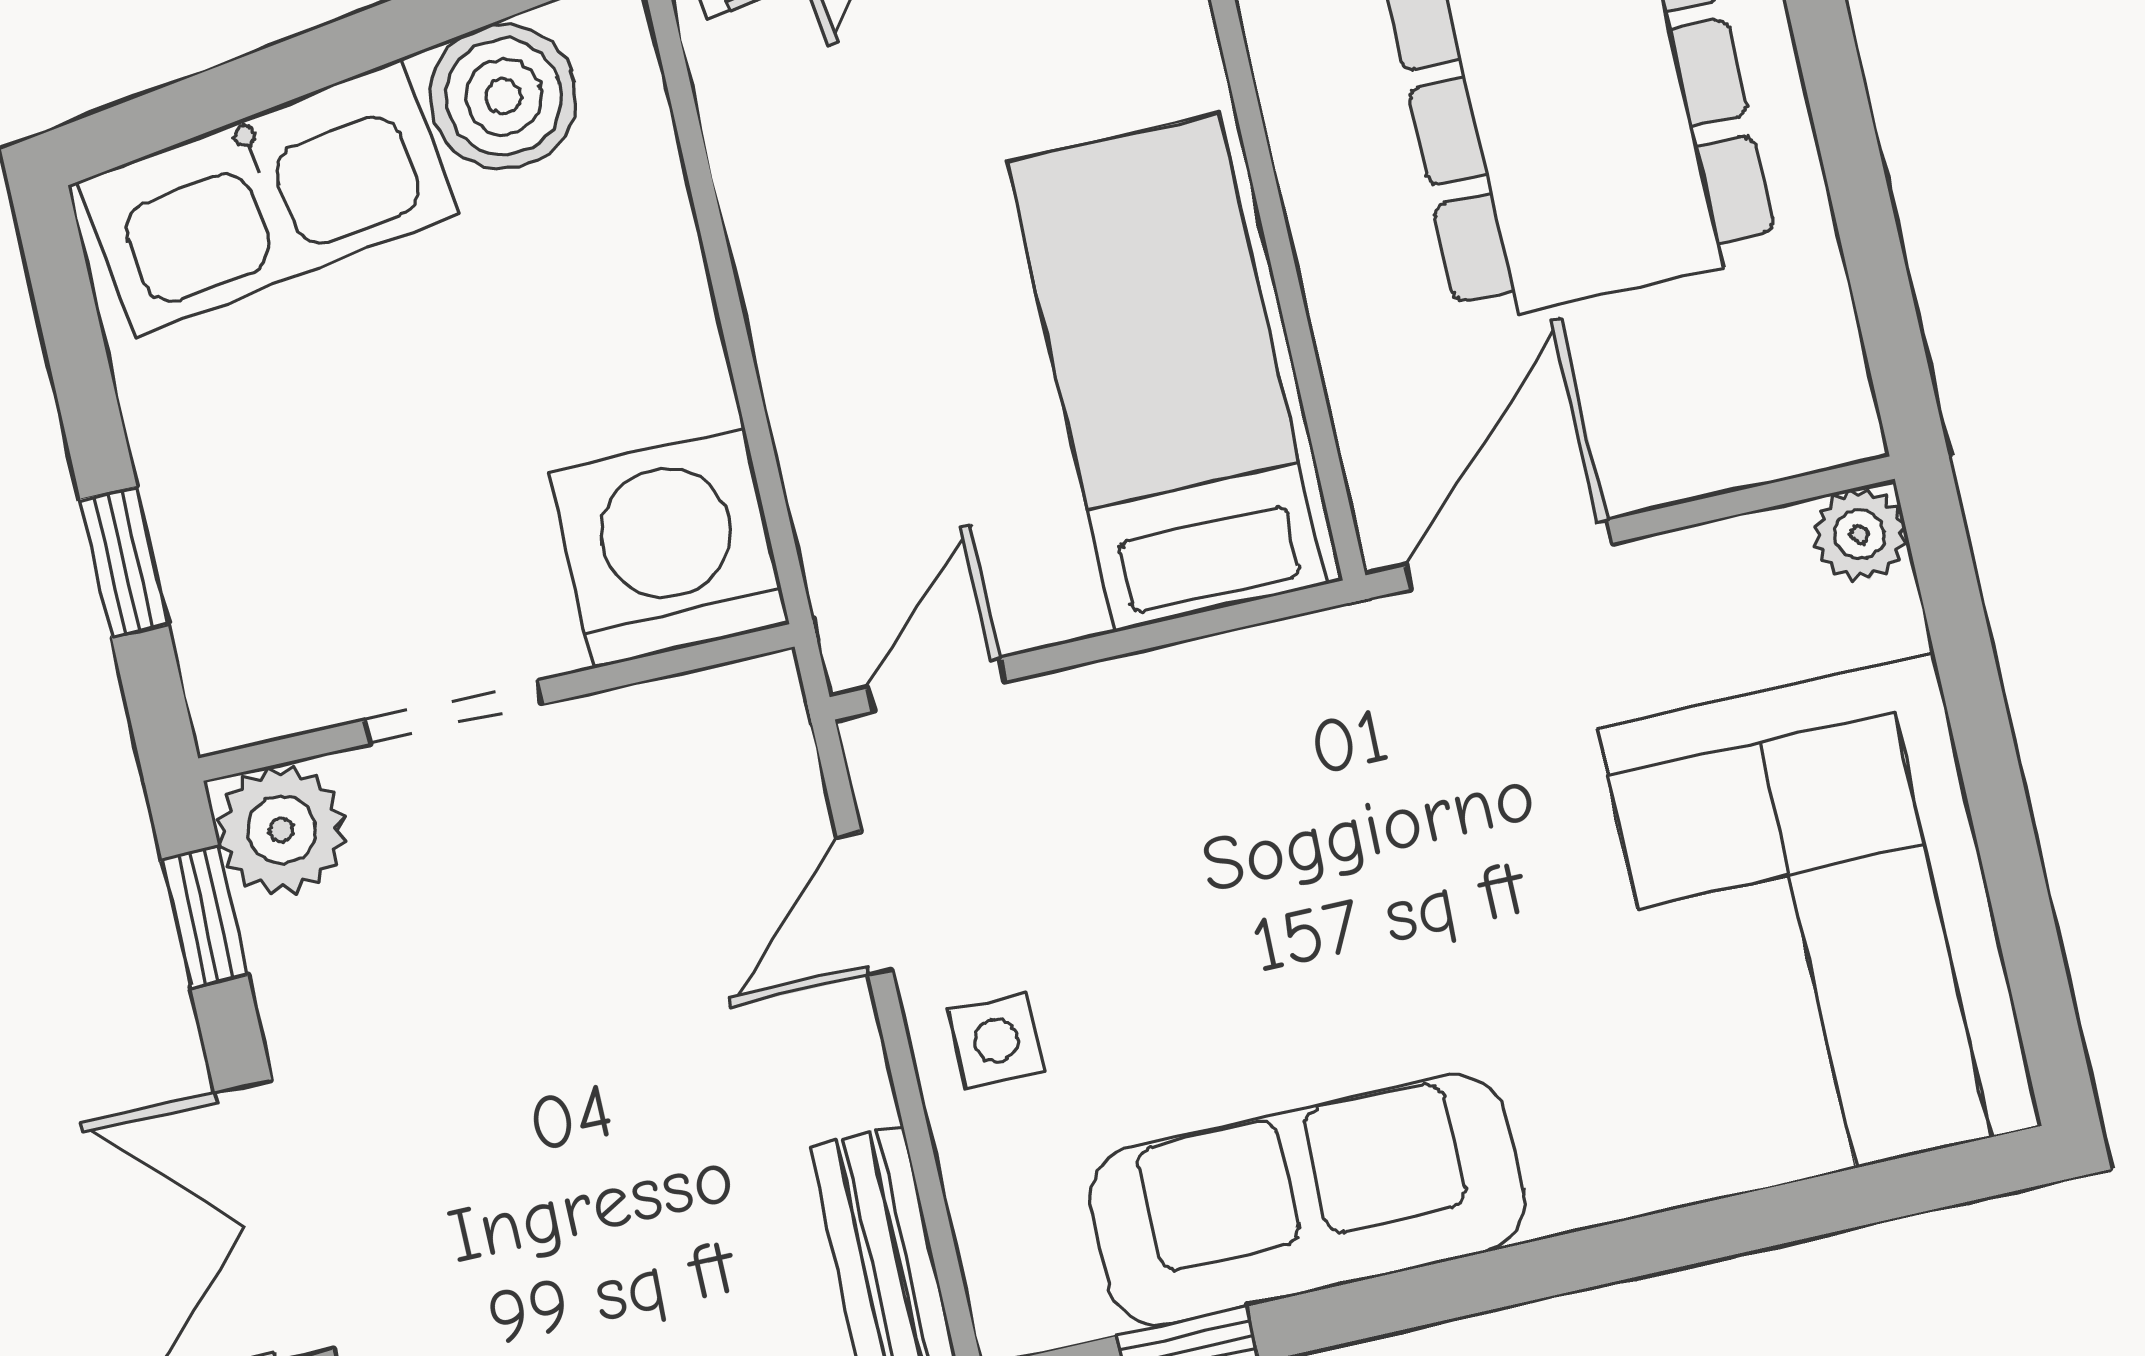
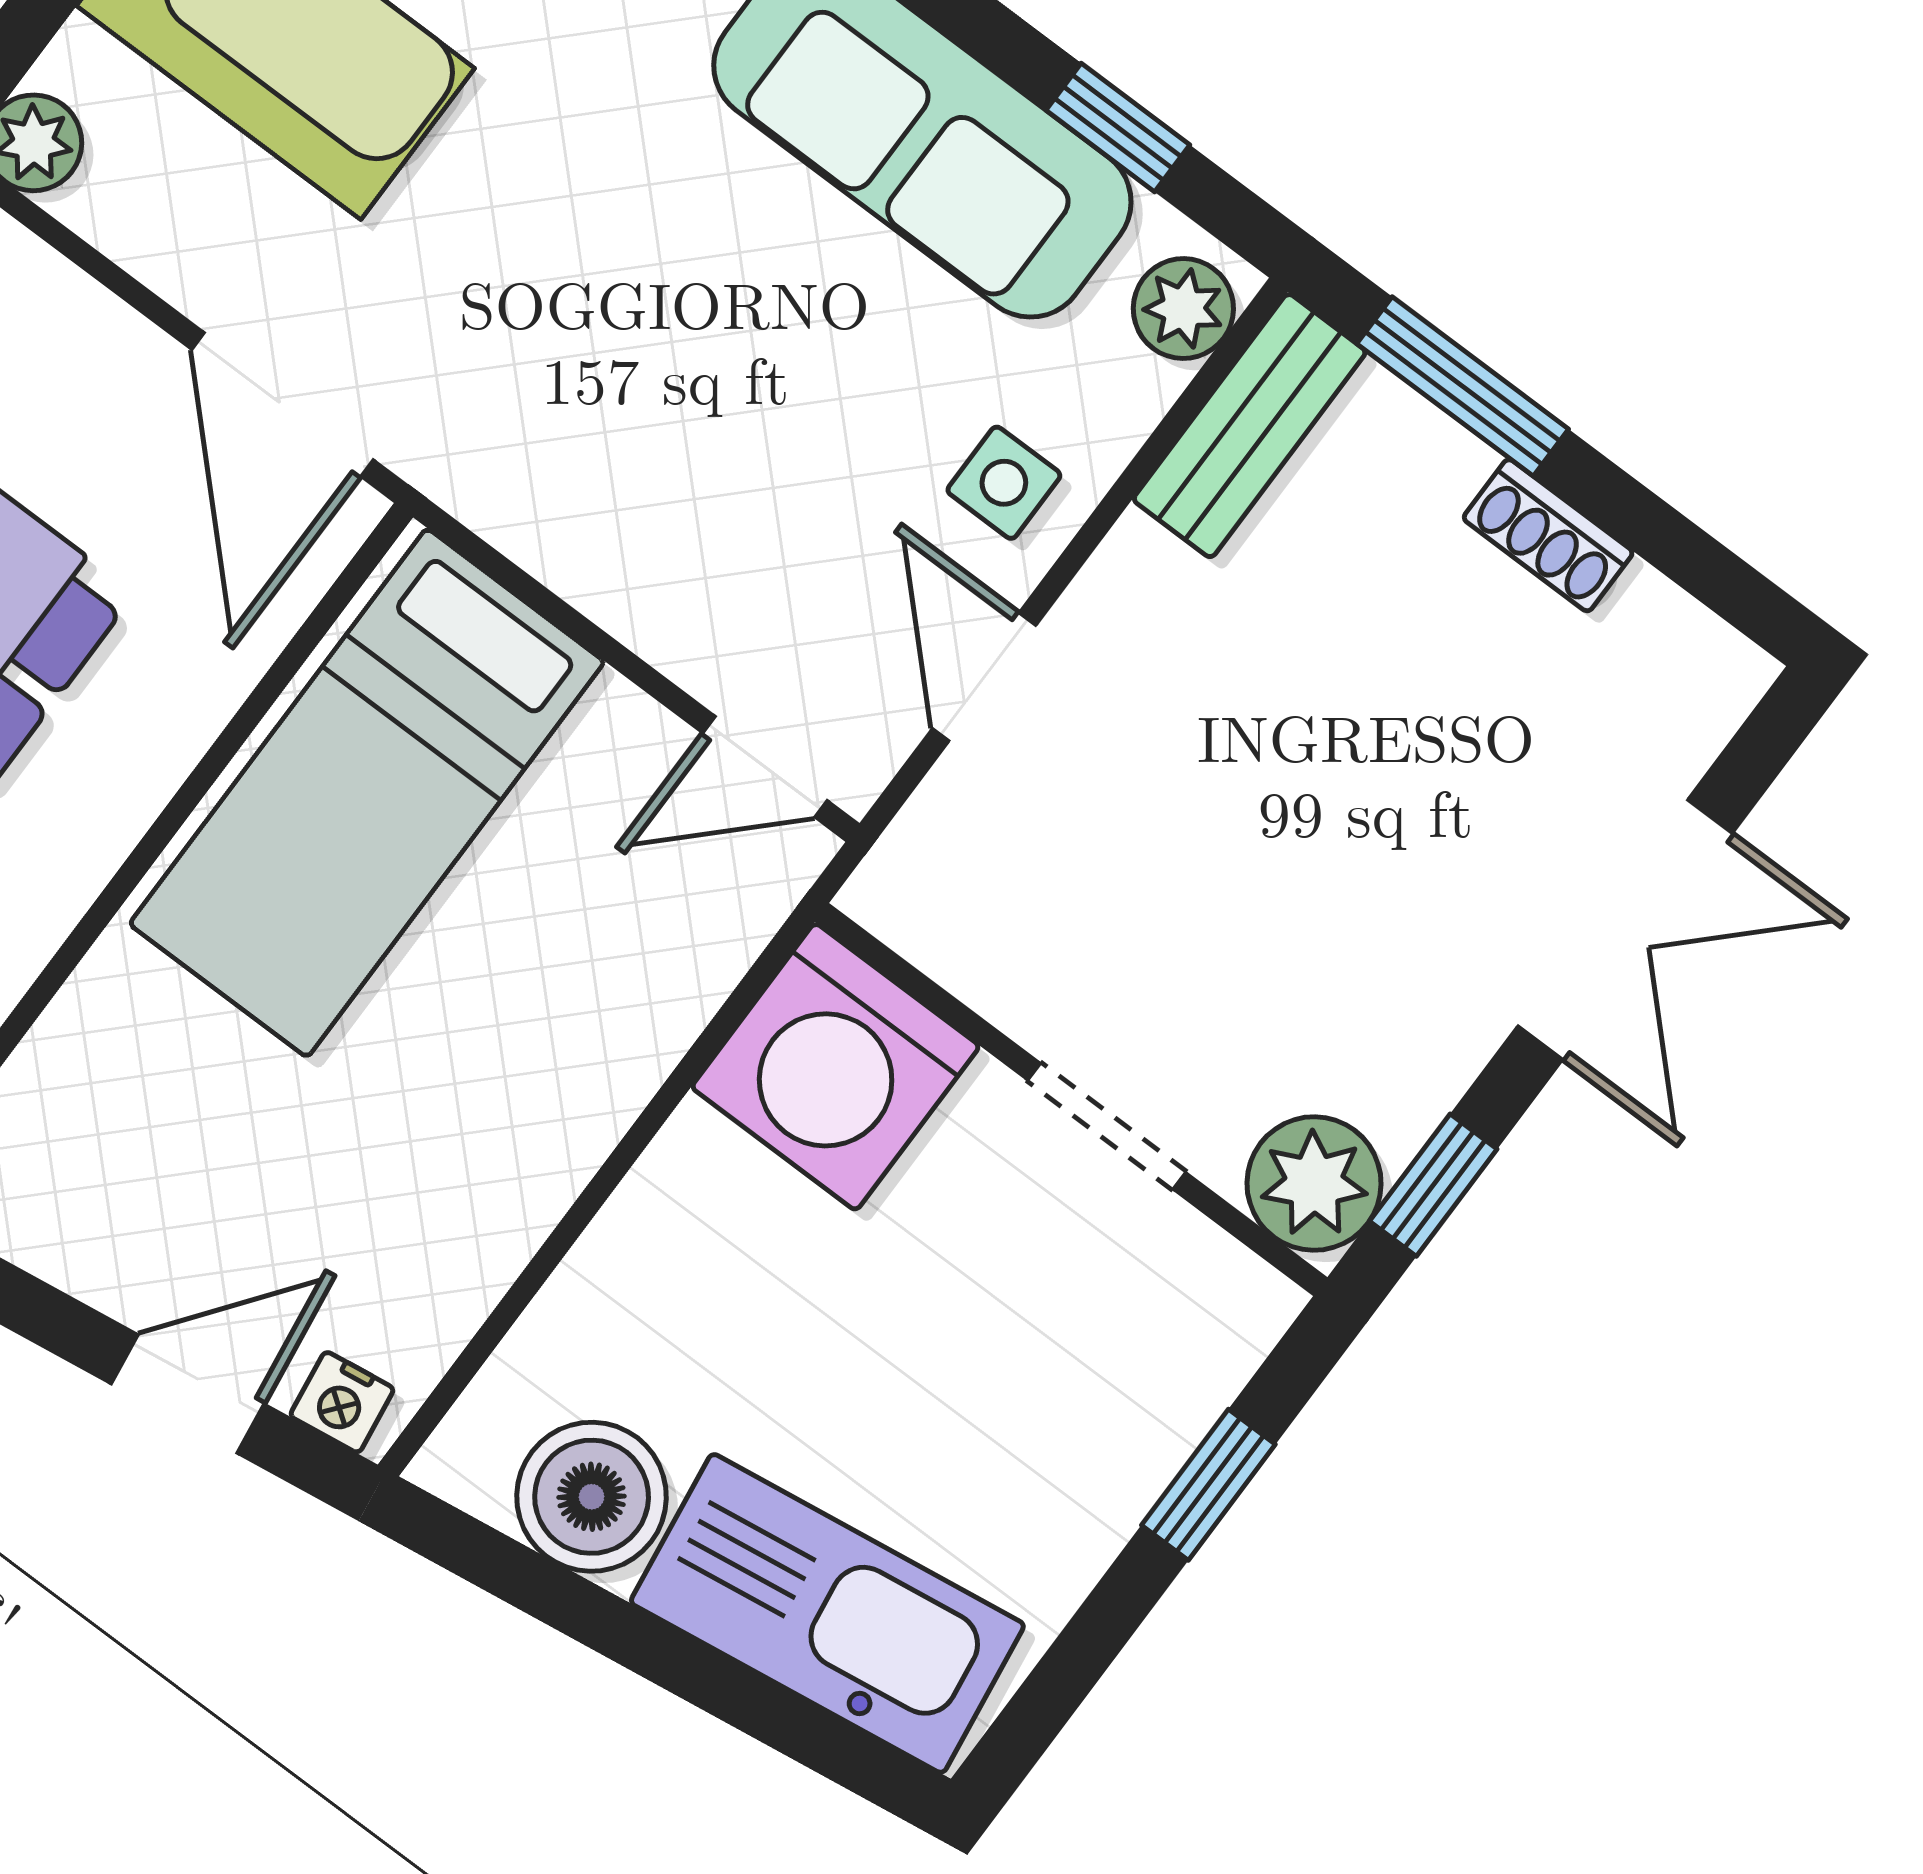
door: (1509, 555) -> (283, 405), hinge flipped
door: (865, 904) -> (984, 677), swing flipped
plant: (1013, 1284) -> (1183, 309), added

